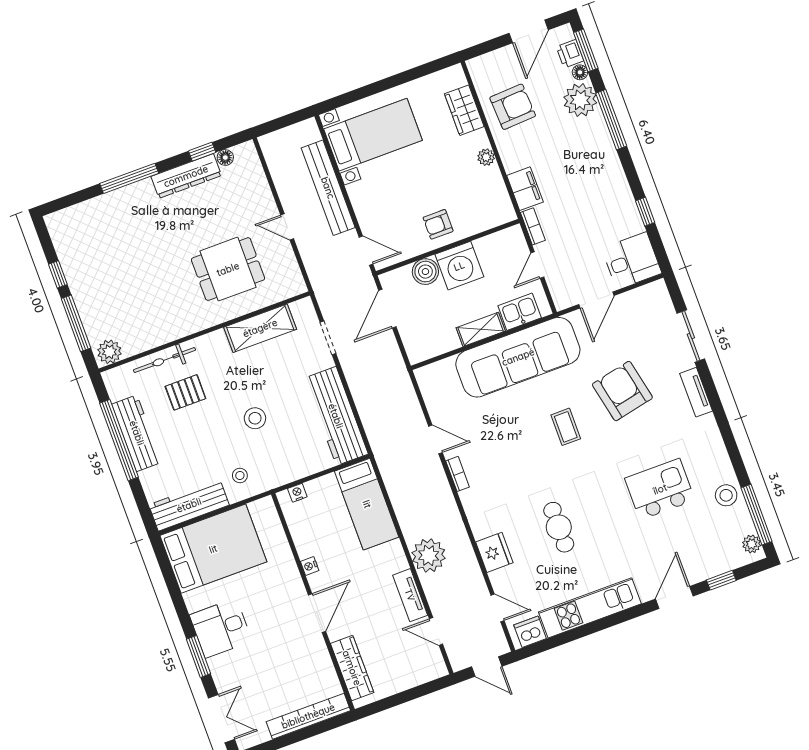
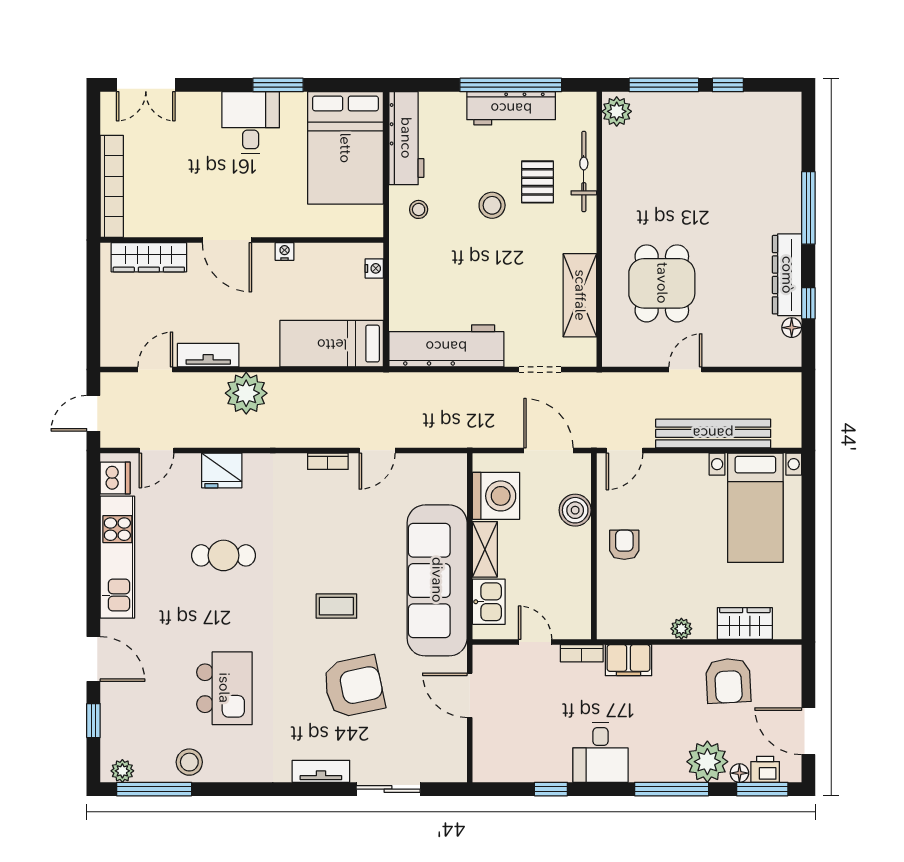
desk: (632, 261) -> (601, 753), moved
washing machine: (459, 266) -> (496, 496), moved, turned 180
stool: (255, 418) -> (492, 205), moved
window: (198, 656) -> (278, 85), moved

